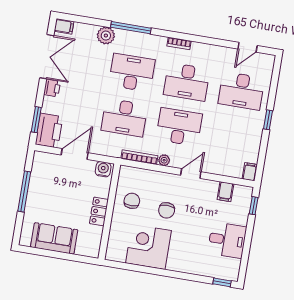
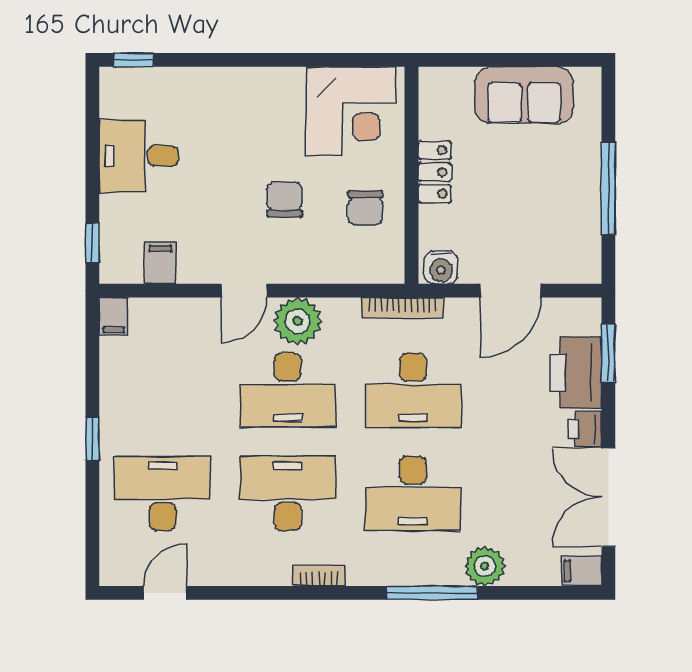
desk: (124, 118) -> (413, 390), turned 180
printer: (49, 131) -> (576, 373), moved
bookcase: (139, 157) -> (402, 308), moved
plant: (164, 160) -> (298, 321), width x1.88, depth x1.88
corner desk: (148, 247) -> (351, 112), moved

